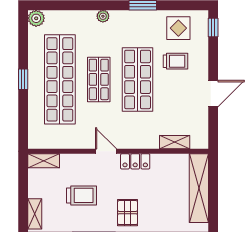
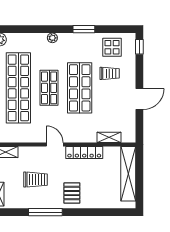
locker: (135, 161) -> (84, 153), width x1.53

